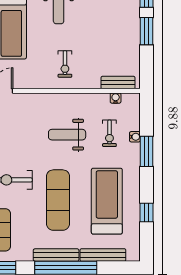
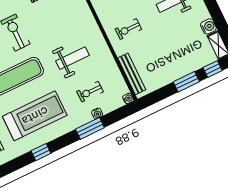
bench: (118, 83) -> (132, 74), width x1.36
water cooler: (116, 98) -> (128, 98), moved
weight bench: (67, 135) -> (73, 58), turned 90

